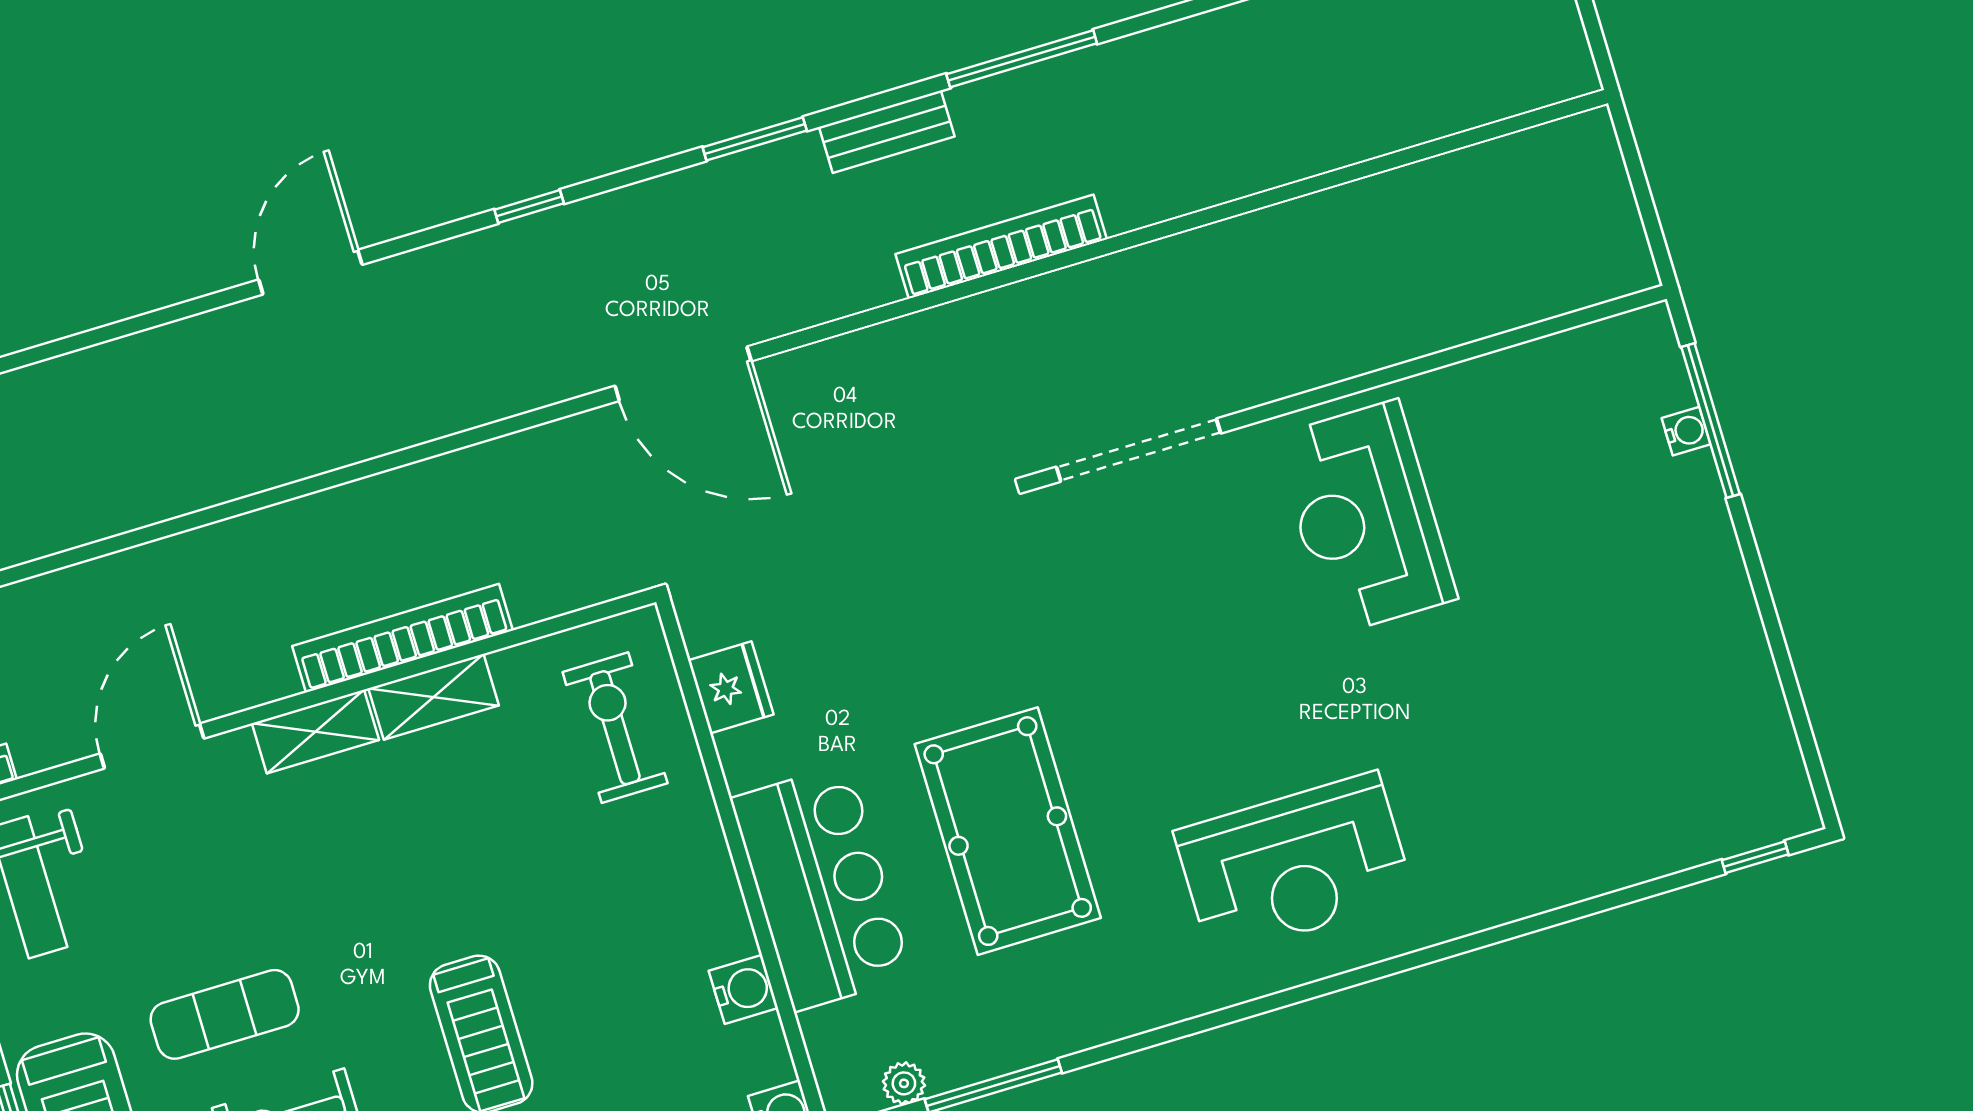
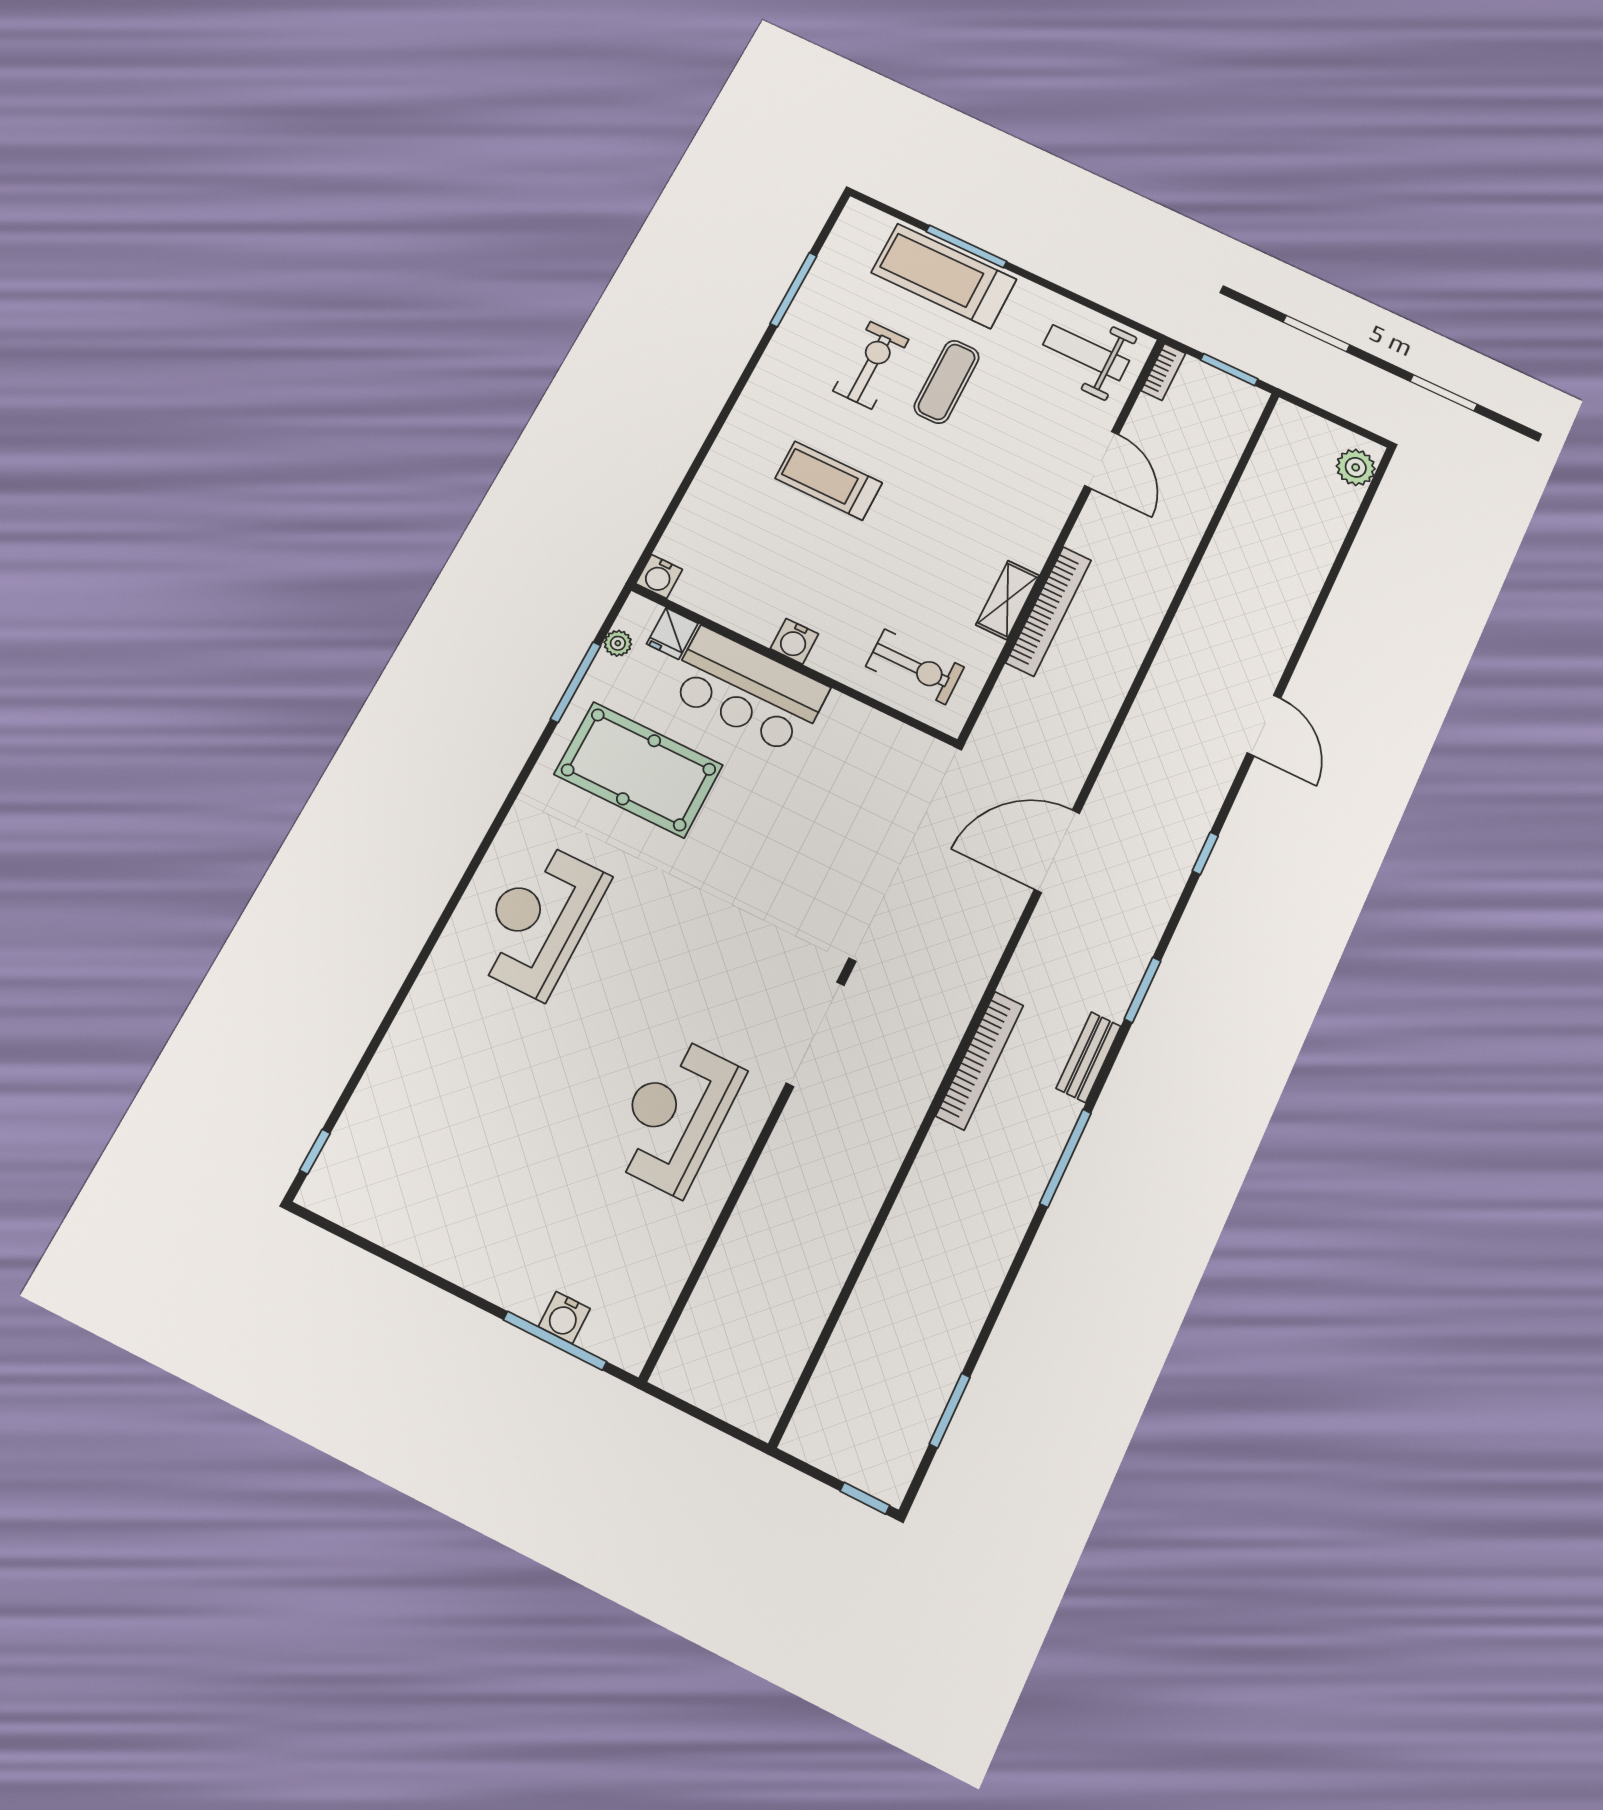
water cooler: (1686, 431) -> (564, 1318), width x1.38, depth x1.38
reception desk: (1365, 517) -> (675, 1115), turned -90
fridge: (731, 687) -> (672, 634), moved, width x0.72
shelving: (315, 732) -> (1041, 535), removed
pool table: (1008, 831) -> (639, 770), moved
water cooler: (743, 989) -> (794, 641), moved

